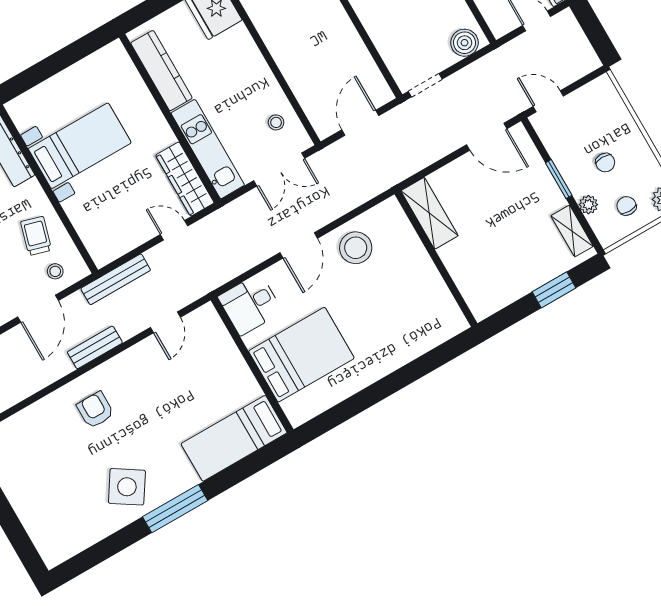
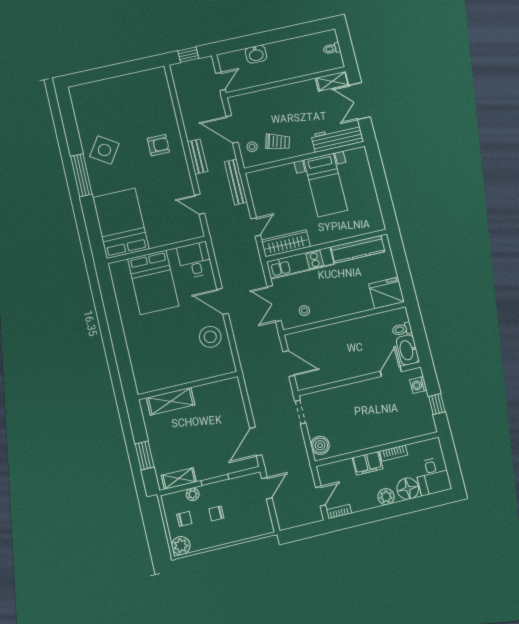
shelving: (429, 213) -> (171, 401), moved
bed: (234, 438) -> (121, 223), width x1.50

